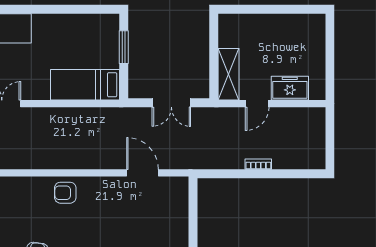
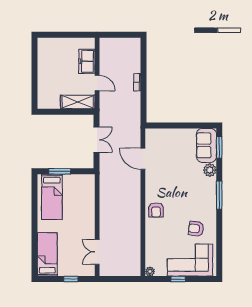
bed: (85, 85) -> (52, 197), moved
door: (143, 173) -> (143, 159), hinge flipped

